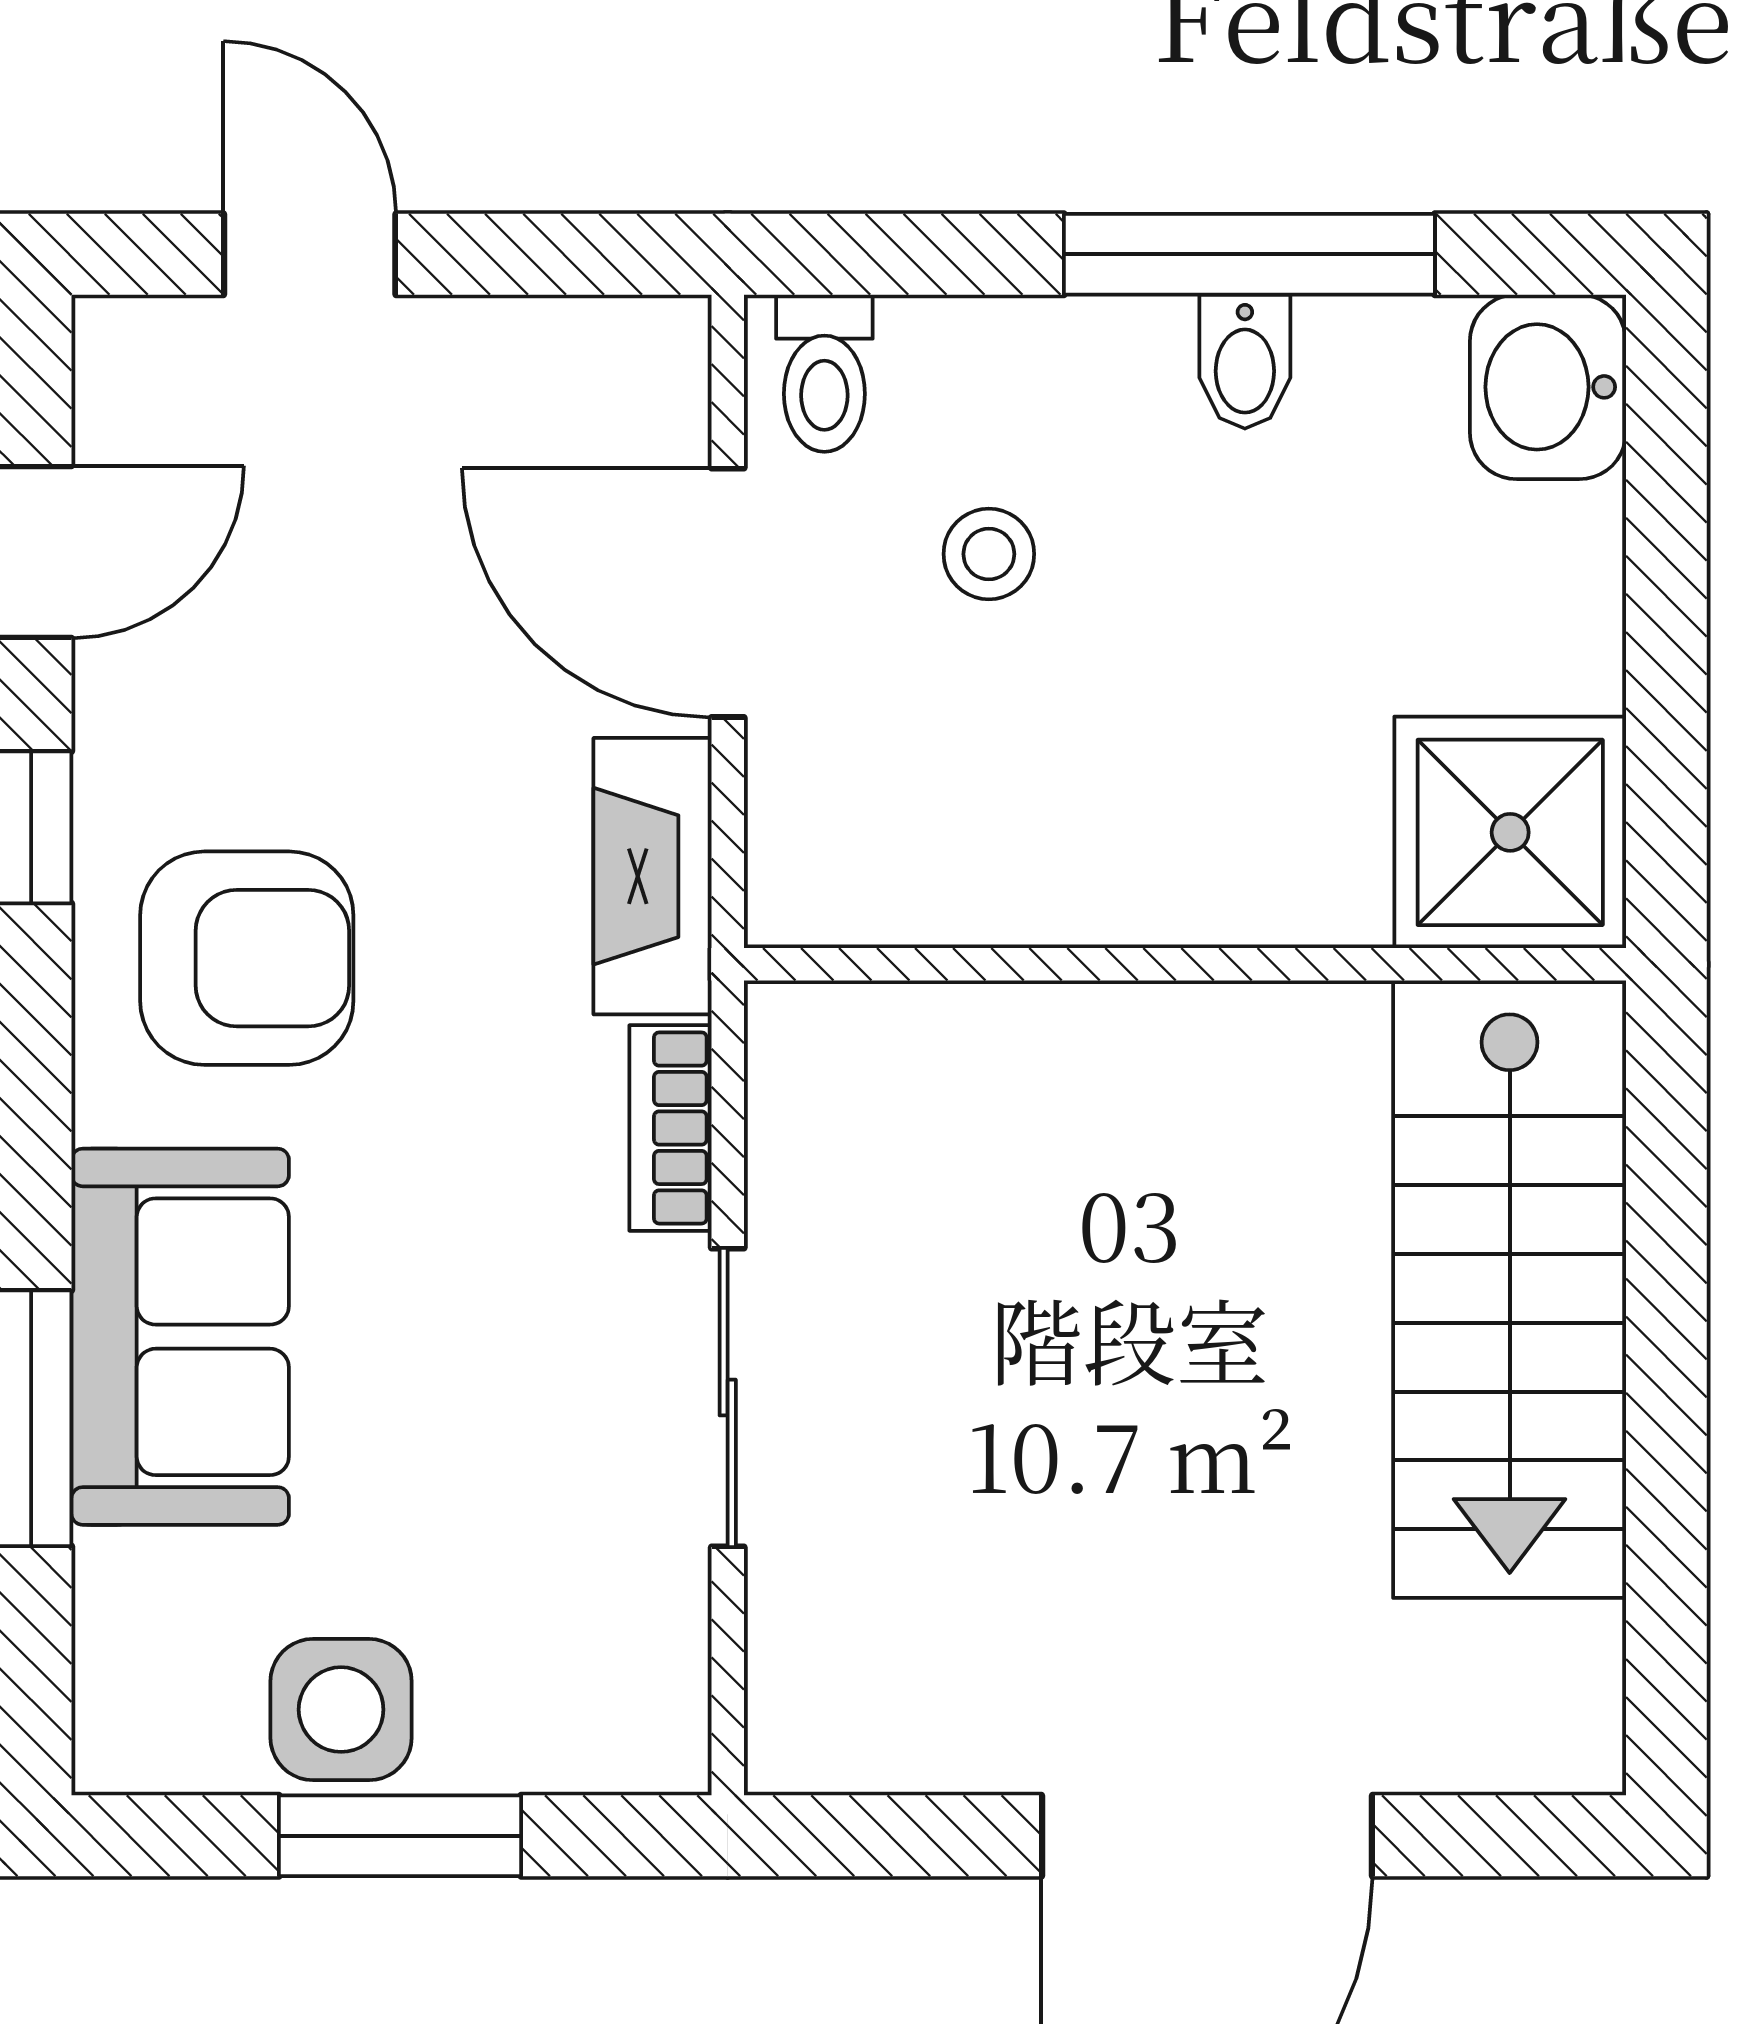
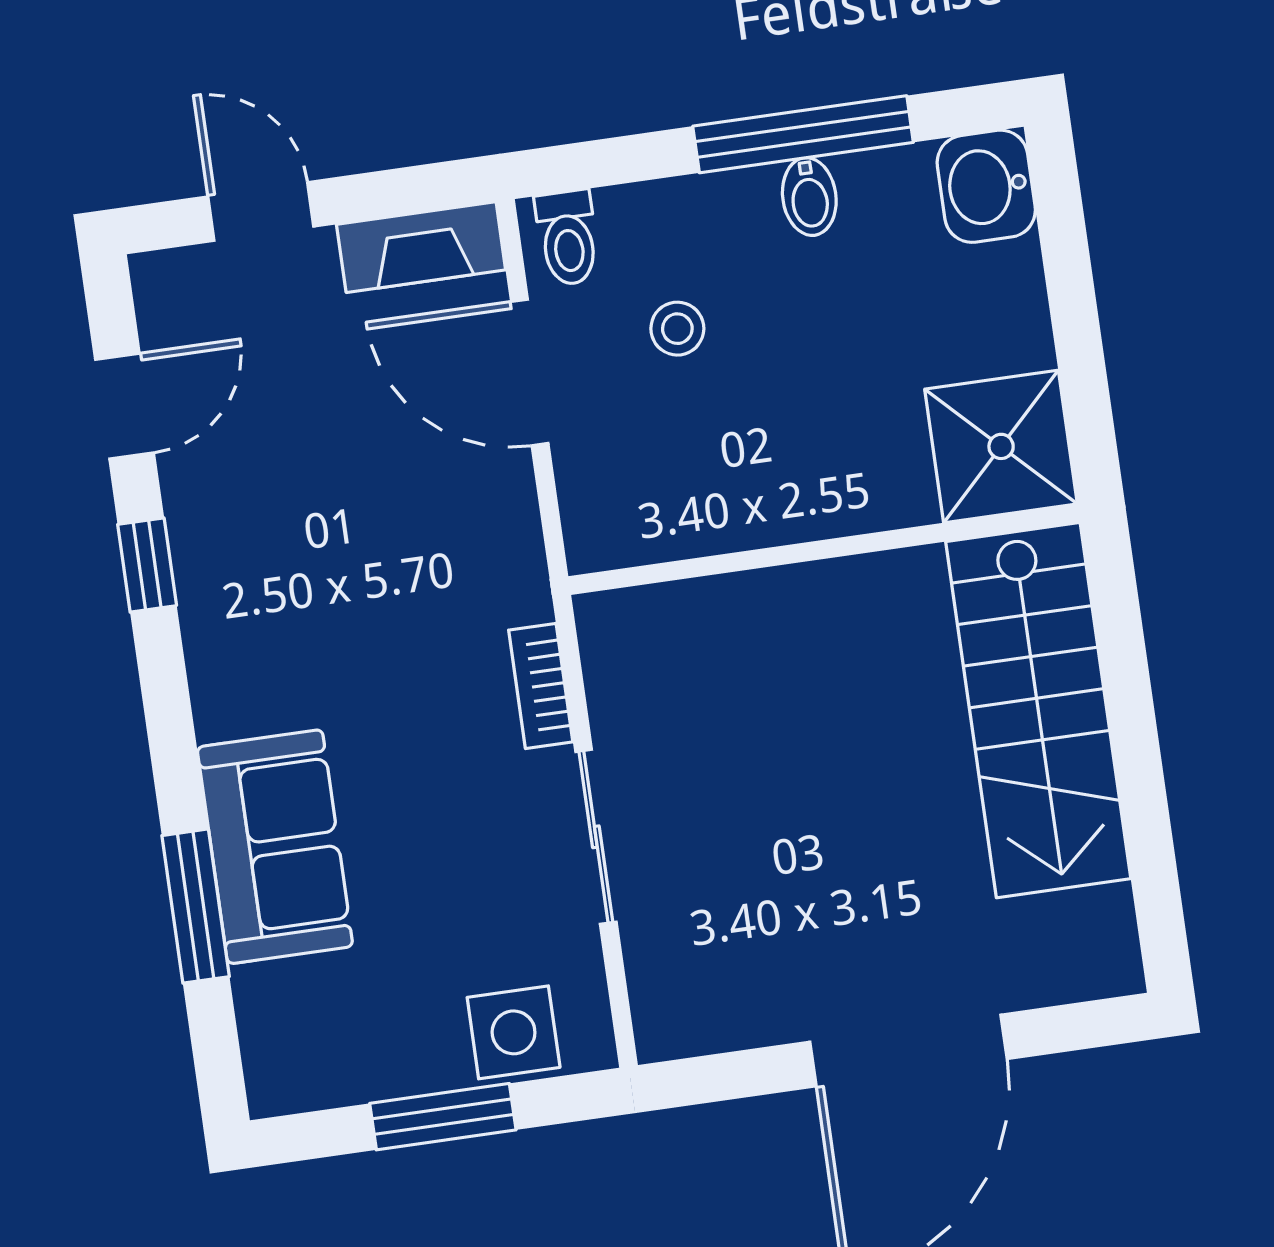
fireplace: (652, 876) -> (421, 247), moved, turned -90
armchair: (247, 958) -> (282, 623), removed
side table: (341, 1710) -> (514, 1032), moved

